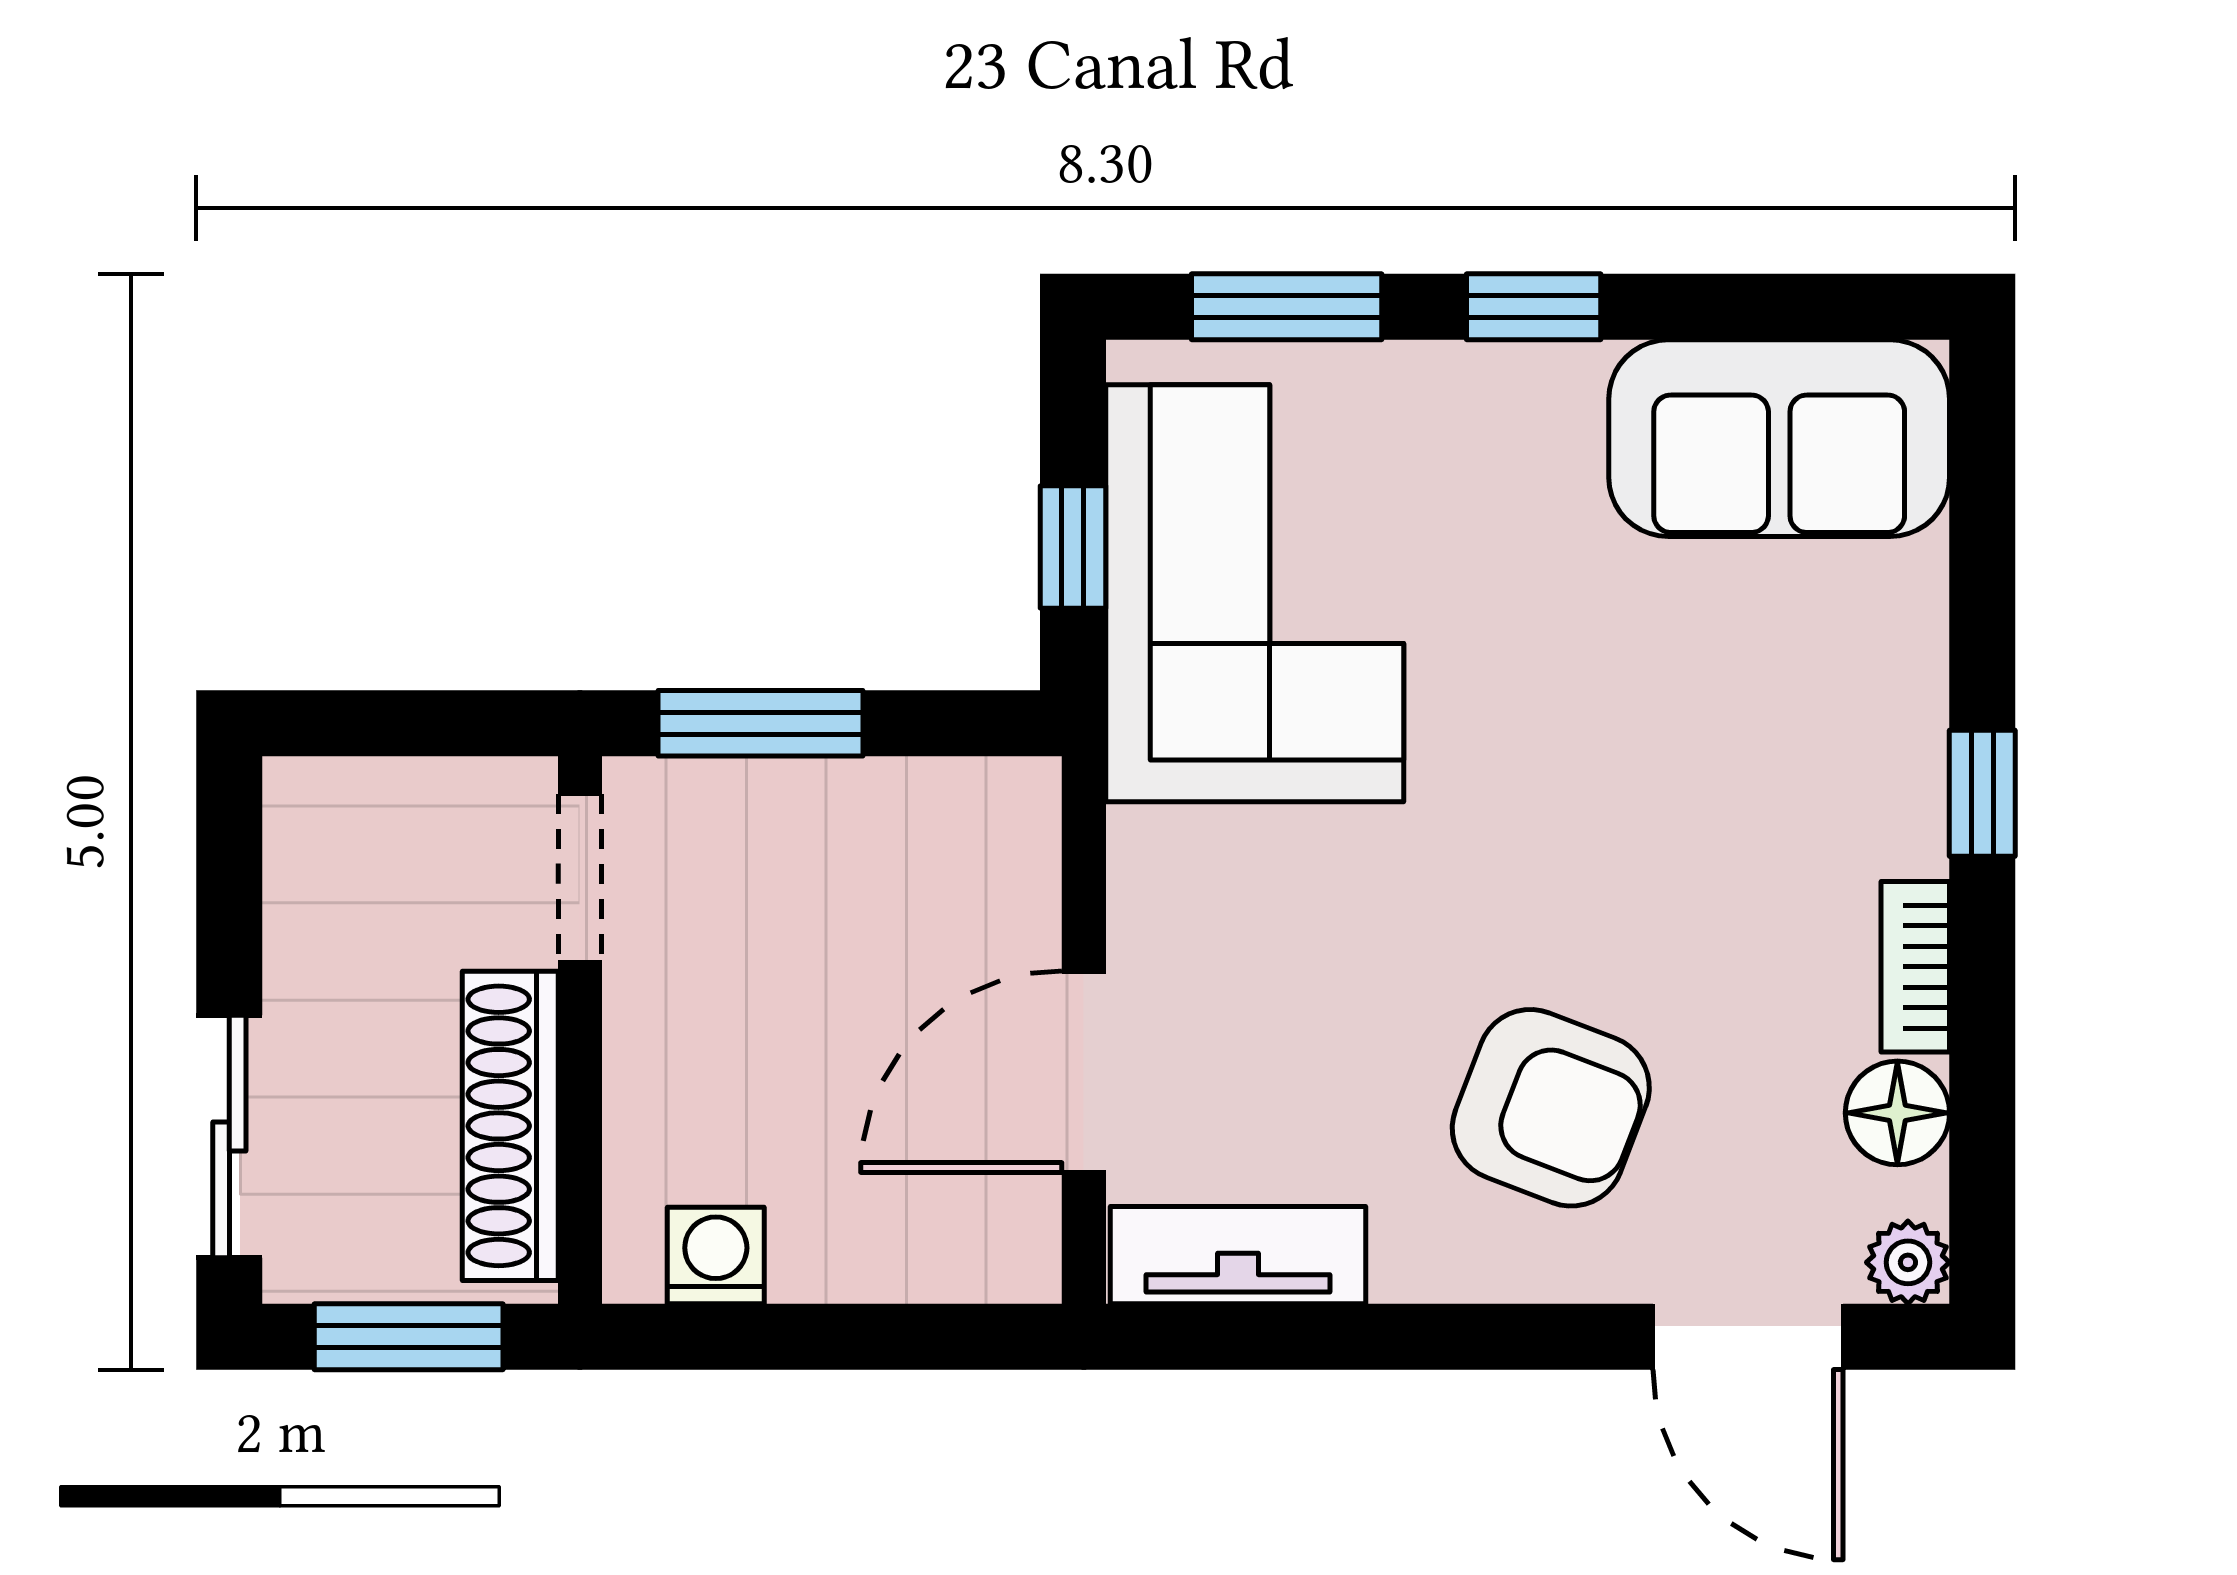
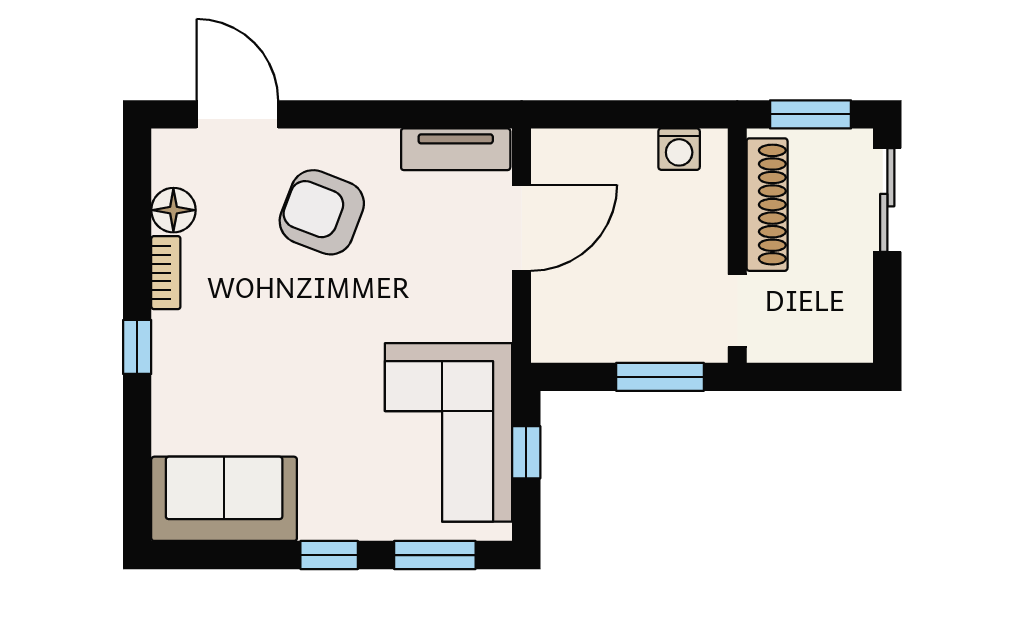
plant: (1908, 1262) -> (169, 146), removed

